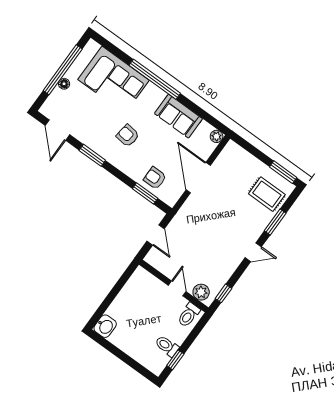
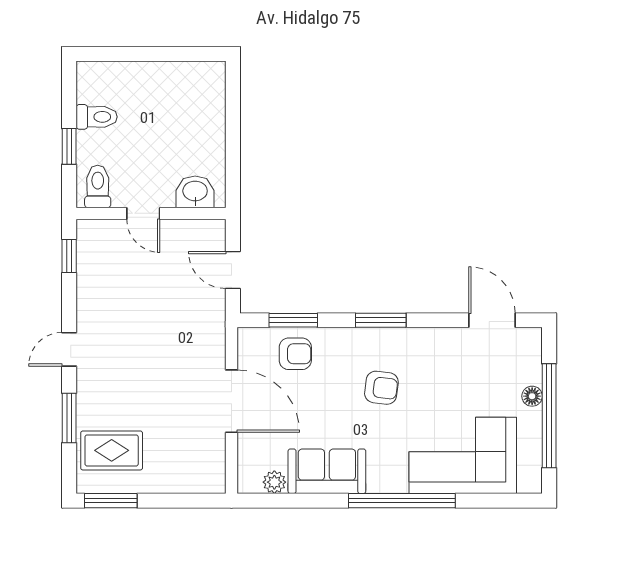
plant: (217, 136) -> (274, 482), moved
window: (92, 155) -> (381, 320), moved
plant: (201, 292) -> (104, 234), removed
washbasin: (105, 326) -> (195, 192), moved, turned 90
window: (175, 360) -> (69, 146), moved

